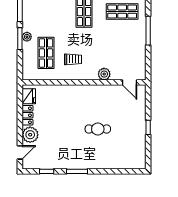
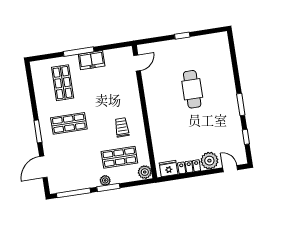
freezer: (139, 41) -> (92, 60), added
plant: (104, 74) -> (145, 172), moved
cafe table: (98, 129) -> (192, 89), width x1.37, depth x1.35

